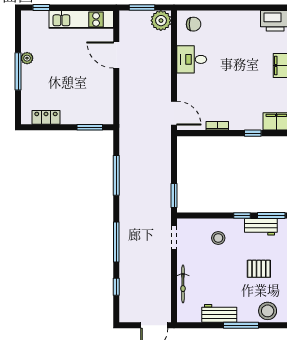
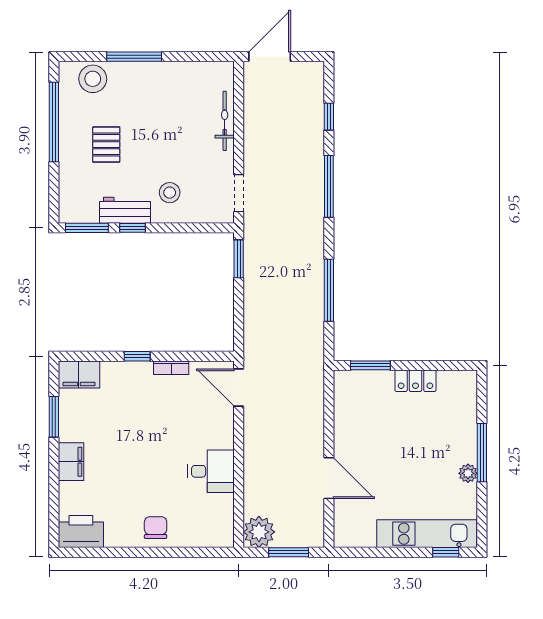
kitchen unit: (81, 19) -> (427, 534), moved
chair: (194, 24) -> (156, 528), moved, turned 90
locker: (46, 117) -> (415, 381), moved
window: (253, 133) -> (137, 356), moved
workbench: (261, 227) -> (125, 210), moved
pallet: (259, 269) -> (106, 145), turned 90
workbench: (219, 313) -> (168, 75), removed

